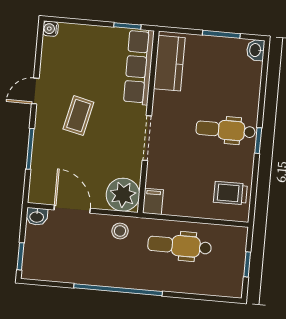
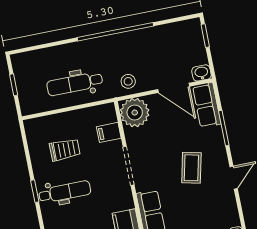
row of seats: (41, 179) -> (207, 105), added
trolley: (230, 193) -> (65, 150), moved
filing cabinet: (153, 201) -> (109, 132), moved, turned 90
dental chair: (180, 246) -> (75, 84), turned 180

